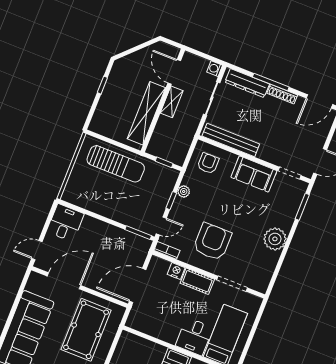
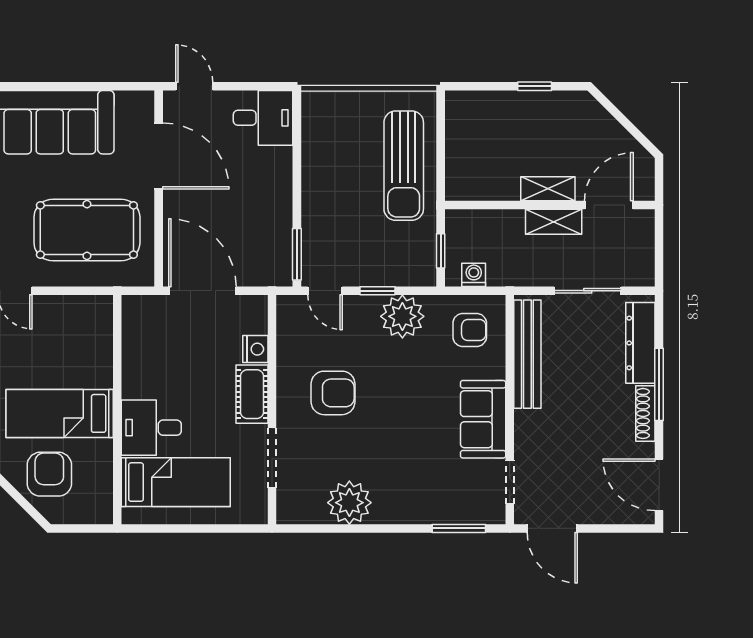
washing machine: (215, 69) -> (474, 275), moved
shelving: (146, 113) -> (548, 189), width x0.45, depth x0.75
plant: (184, 191) -> (402, 316), width x1.87, depth x1.87
plant: (275, 239) -> (349, 503), moved
armchair: (212, 242) -> (333, 393), width x0.73, depth x0.73
bookcase: (167, 250) -> (285, 318), removed

